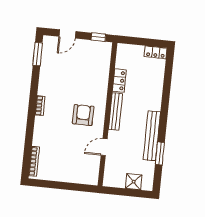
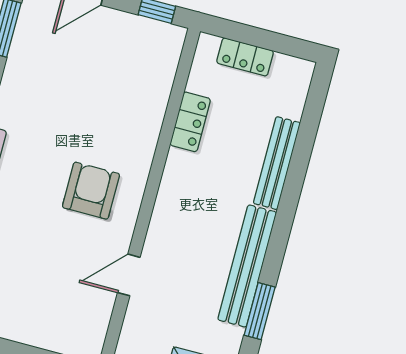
locker: (156, 52) -> (245, 57), moved
bench: (115, 111) -> (277, 163), moved

